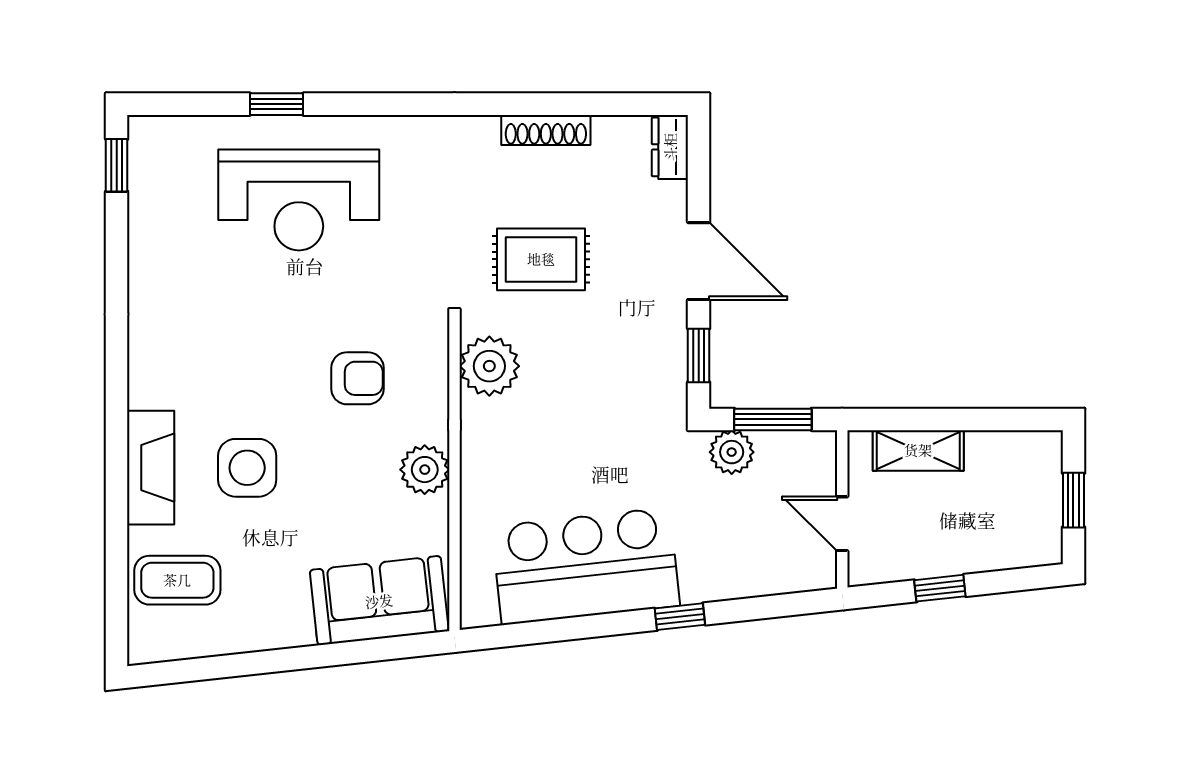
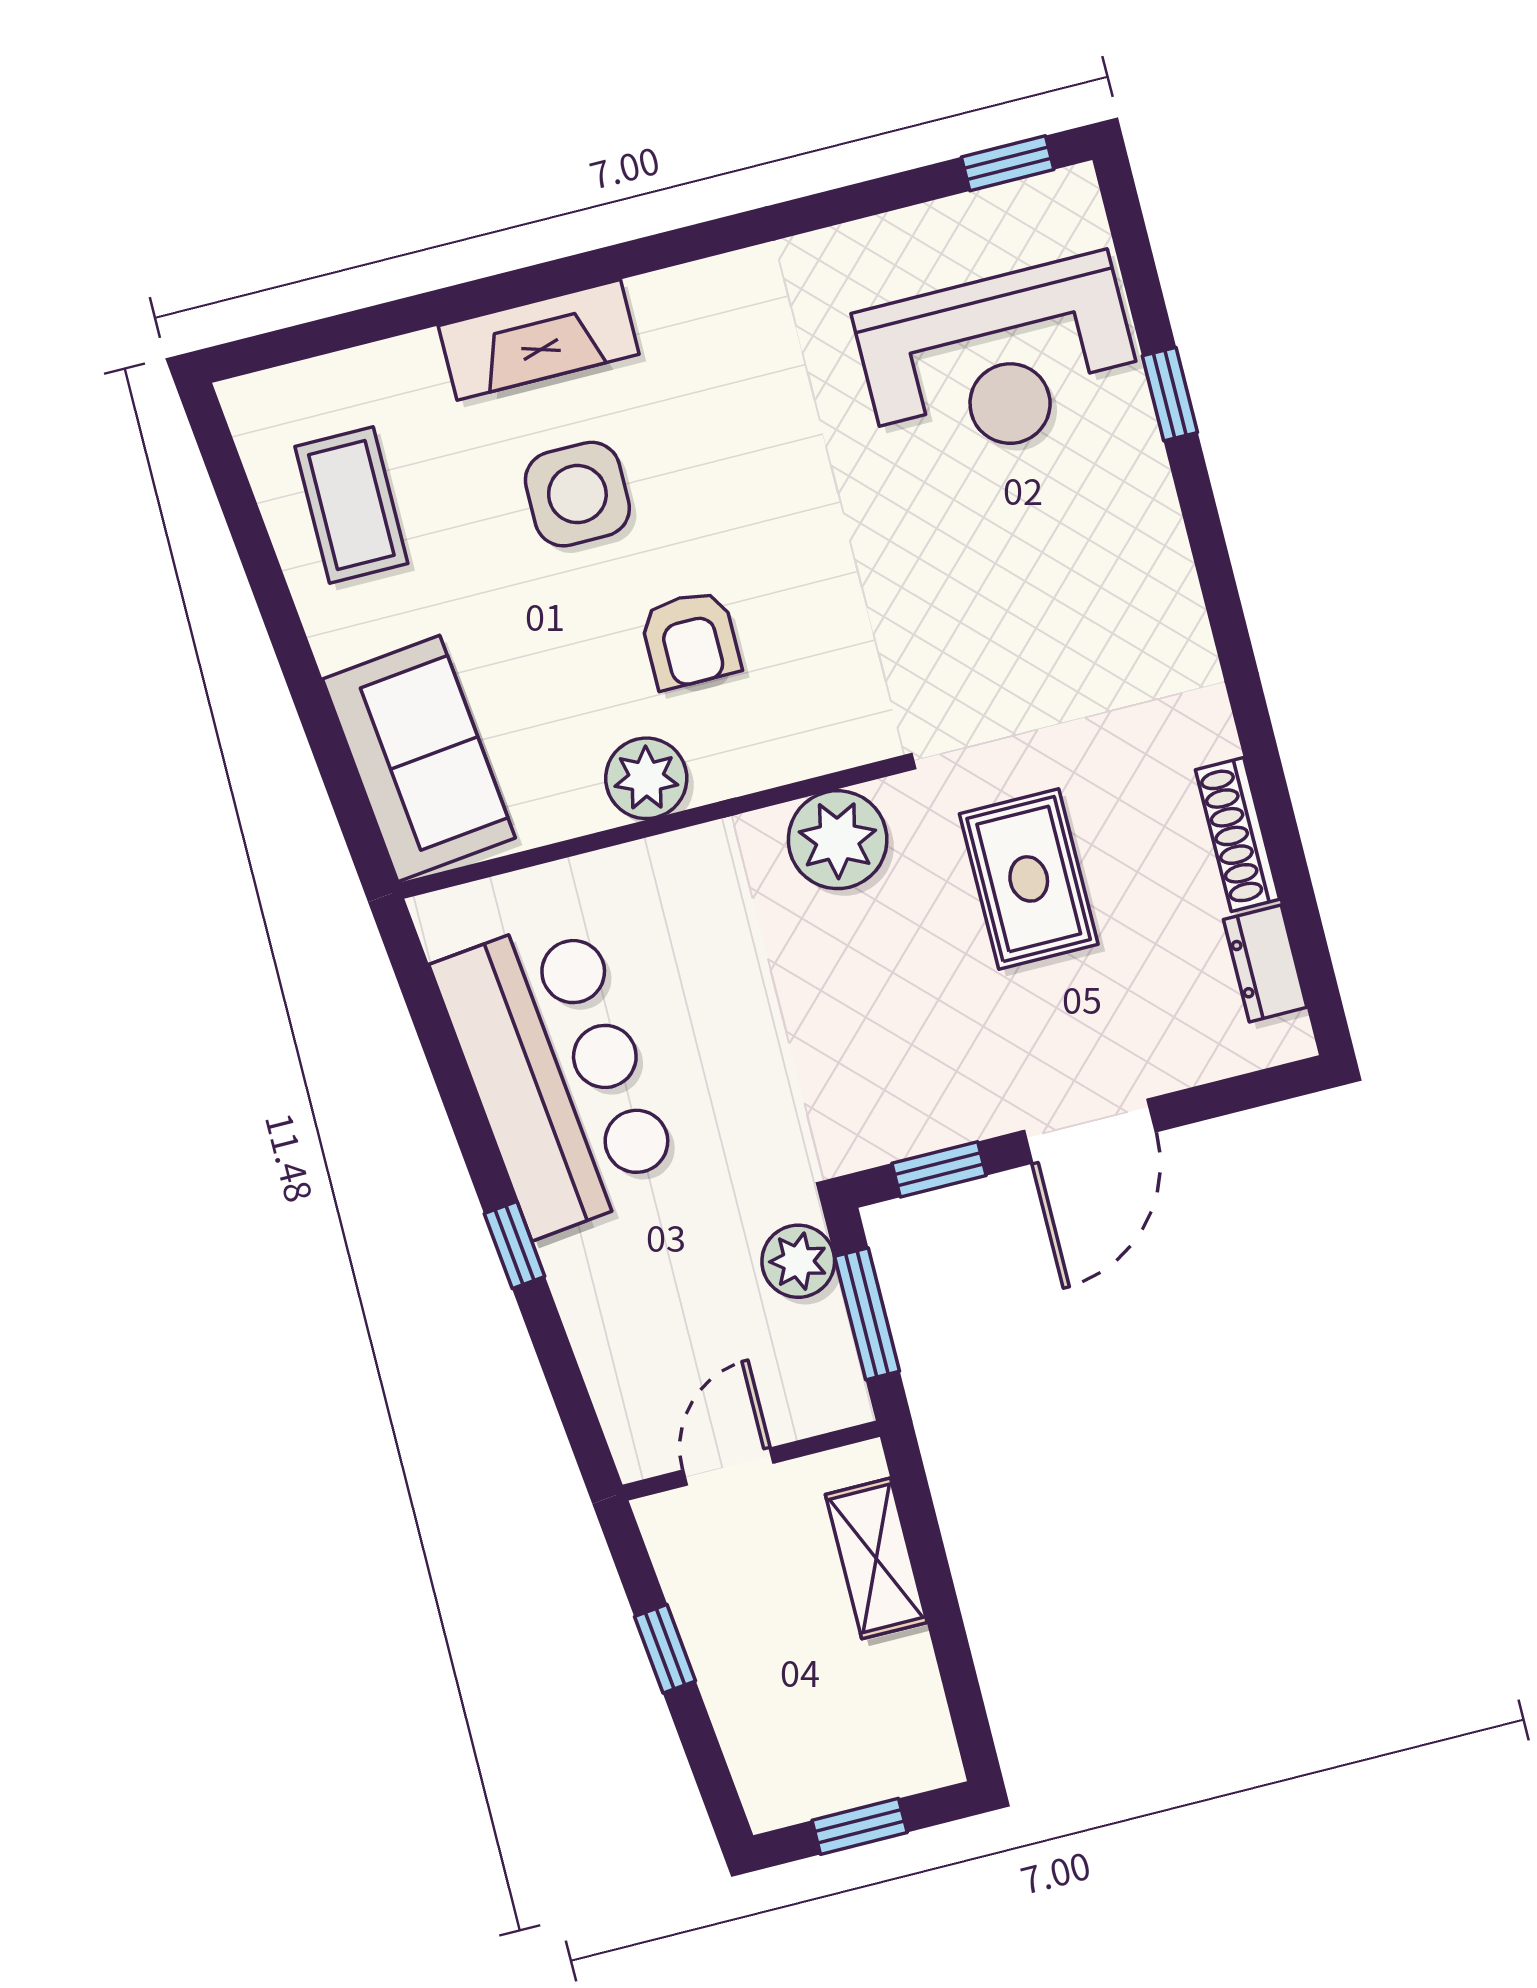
dresser: (670, 147) -> (1265, 963), moved, turned -90
reception desk: (299, 200) -> (999, 362), moved, turned -90
armchair: (357, 378) -> (690, 640), moved
coffee table: (177, 580) -> (351, 505), moved

